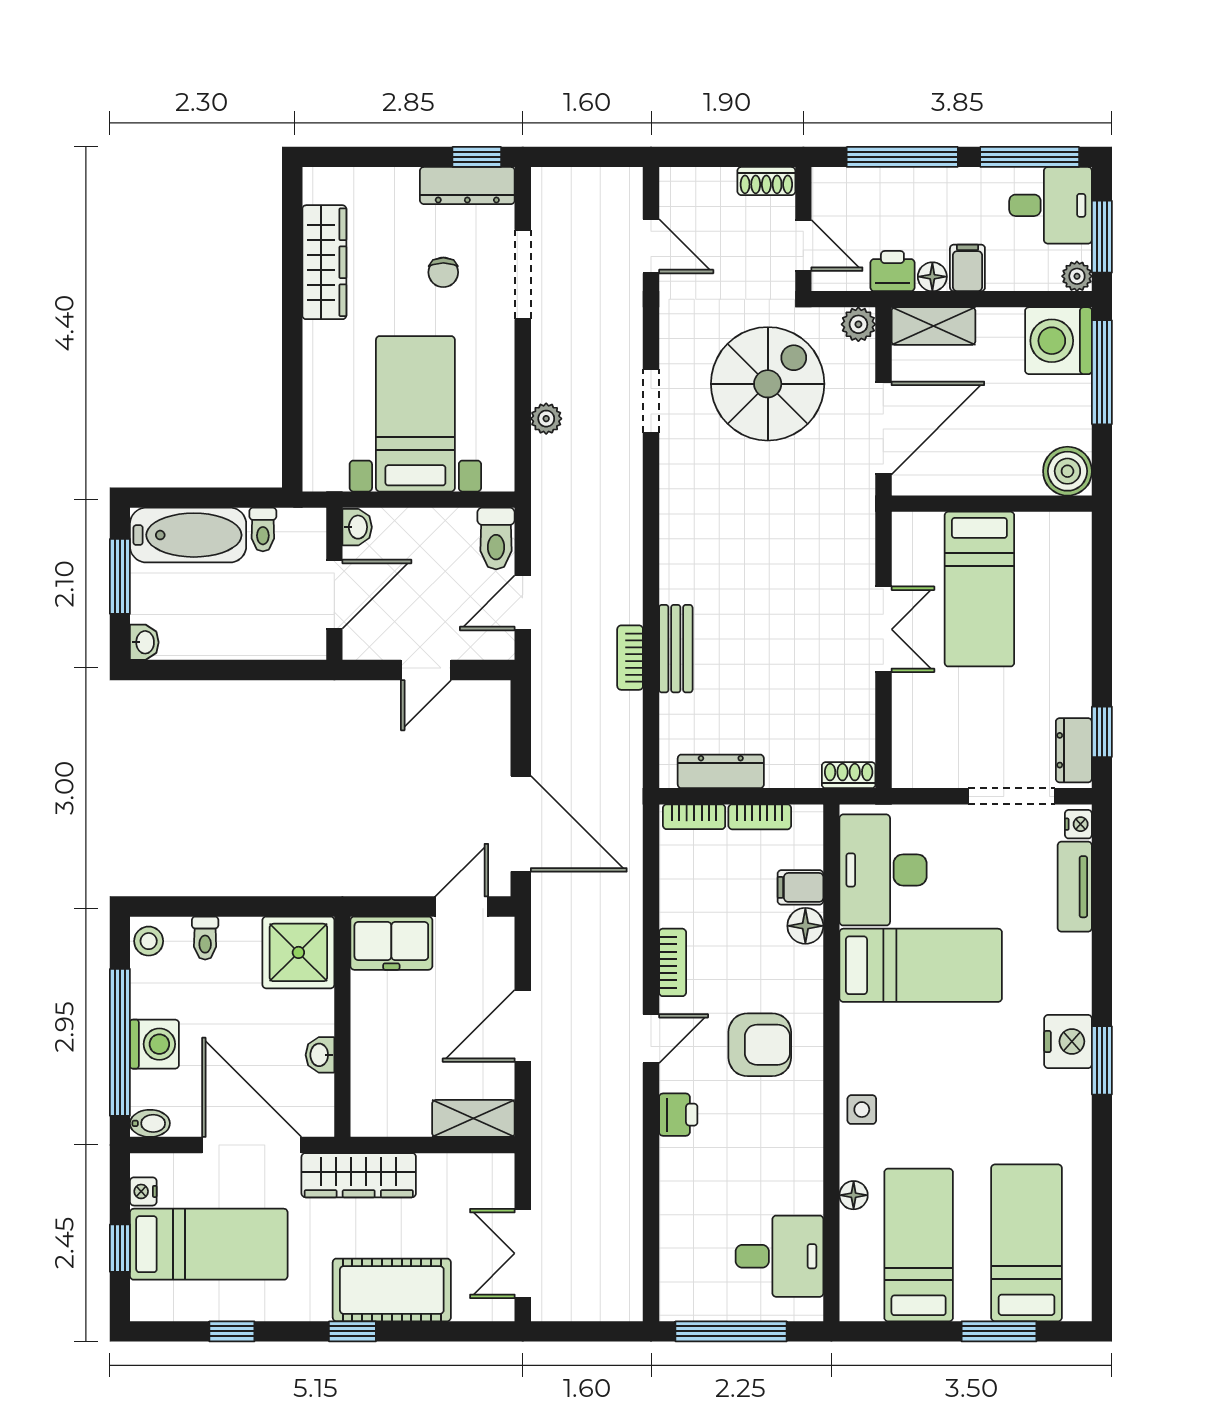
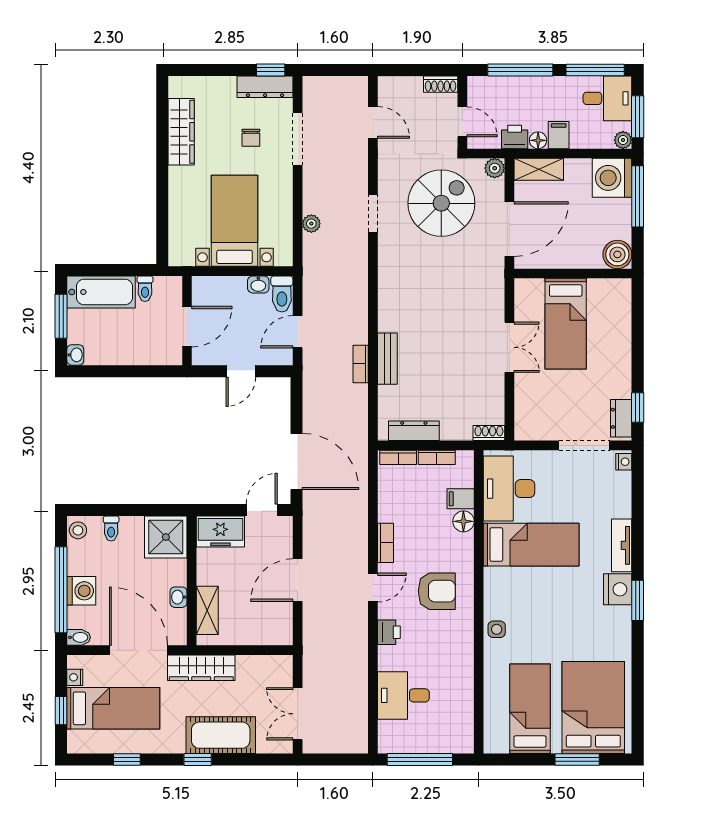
washbasin: (357, 527) -> (258, 285), moved, turned 90
tv unit: (1075, 887) -> (622, 545), moved
shelving: (473, 1118) -> (207, 610), moved, turned 90
floor lamp: (854, 1195) -> (492, 680), removed
bed: (1027, 1243) -> (593, 708), width x1.50
desk: (779, 1256) -> (403, 695), moved, turned 180

